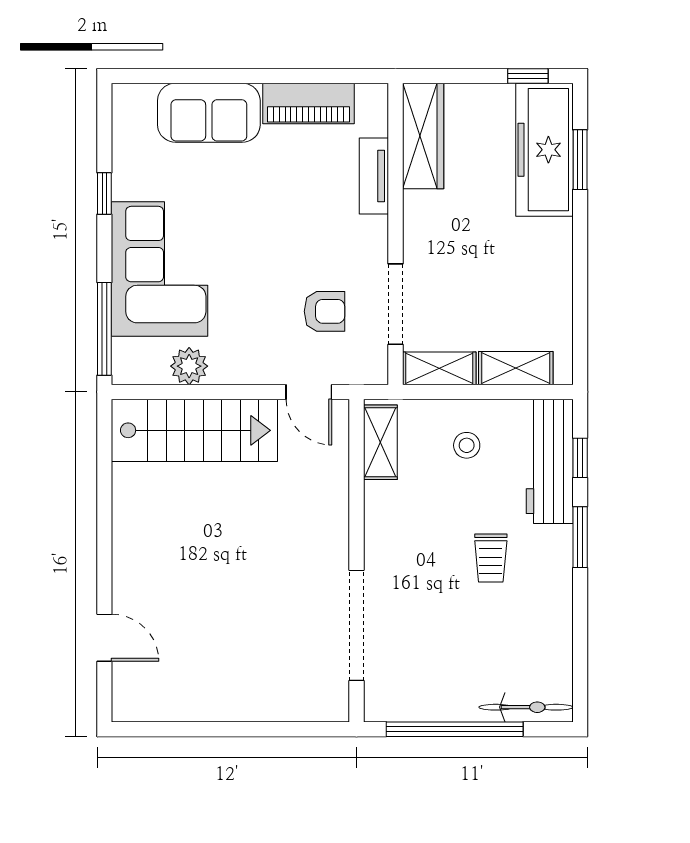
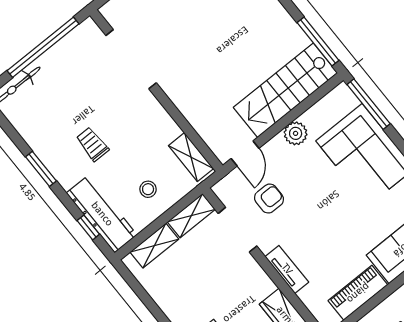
tv unit: (374, 176) -> (287, 269), moved
armchair: (325, 311) -> (269, 199), turned 180
plant: (189, 366) -> (296, 133), moved
door: (309, 392) -> (245, 153), swing flipped
window: (104, 459) -> (318, 41), added
window: (580, 537) -> (41, 169), moved

